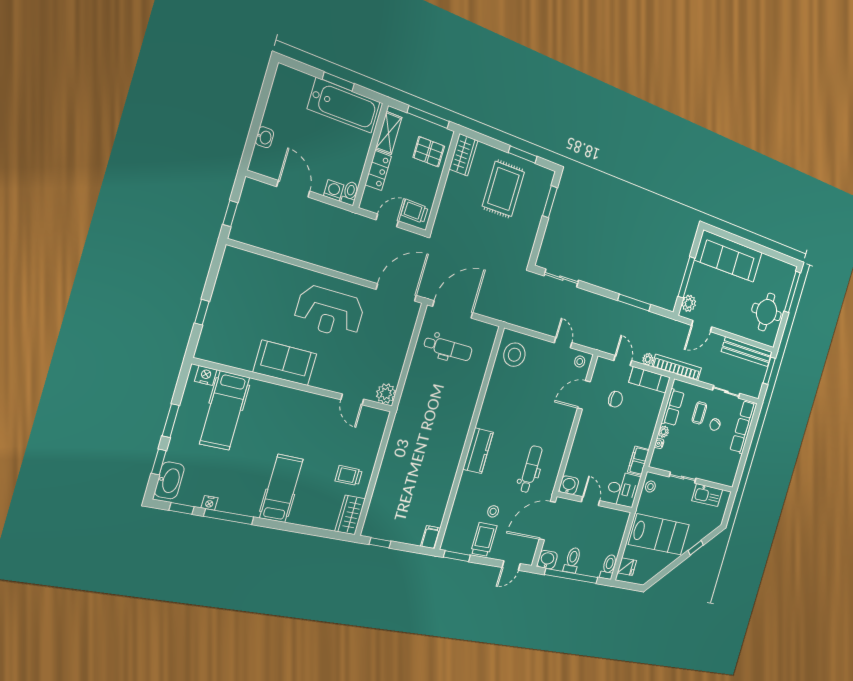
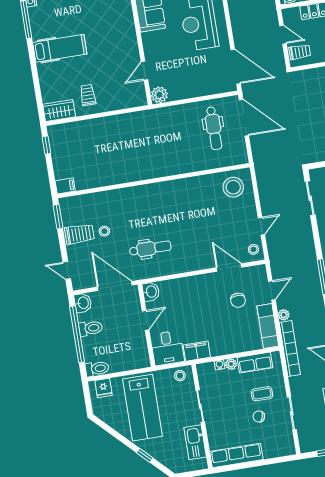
trolley: (415, 211) -> (300, 52), turned 88
row of seats: (743, 427) -> (236, 455), moved
kitchen counter: (478, 451) -> (147, 193), removed

